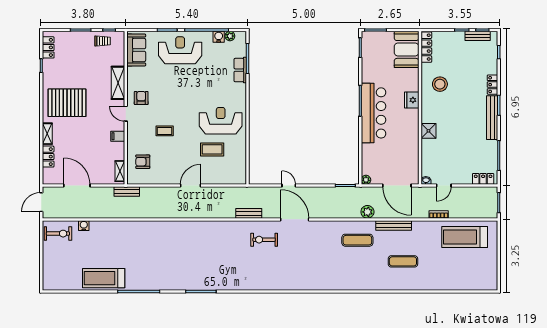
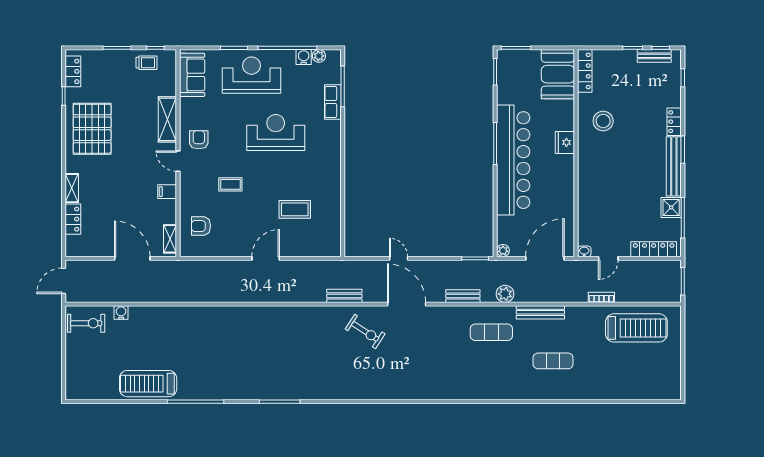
pallet: (67, 103) -> (92, 129), moved, turned 90
bar counter: (373, 113) -> (513, 160), width x1.36
reception desk: (221, 121) -> (276, 132), moved
shower: (428, 131) -> (671, 207), moved
locker: (483, 179) -> (654, 249), width x1.53
door: (77, 186) -> (132, 258), moved
door: (397, 186) -> (545, 258), swing flipped
bench: (127, 192) -> (463, 296), moved
treadmill: (465, 237) -> (636, 328), turned 180
exercise bike: (264, 240) -> (365, 331), turned -147

